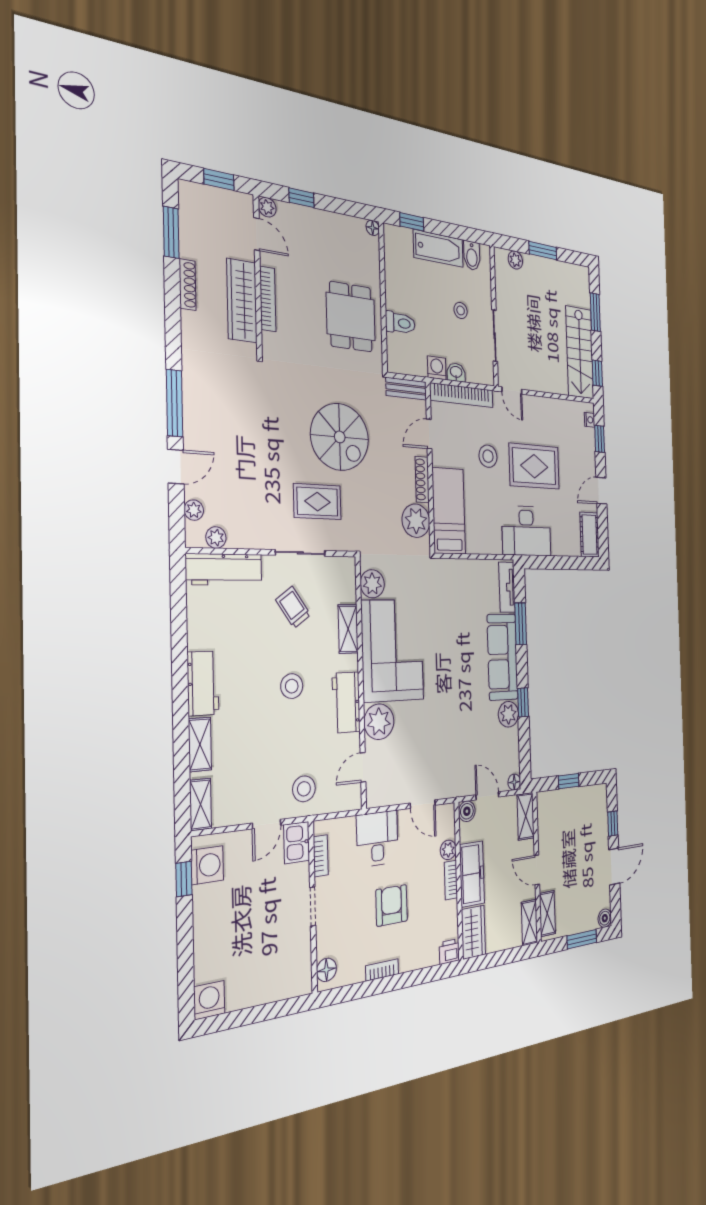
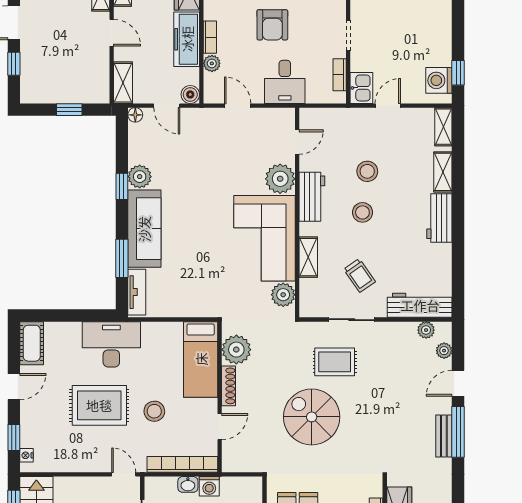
bench: (406, 389) -> (444, 436), moved, turned 90
stool: (304, 789) -> (367, 171), moved

